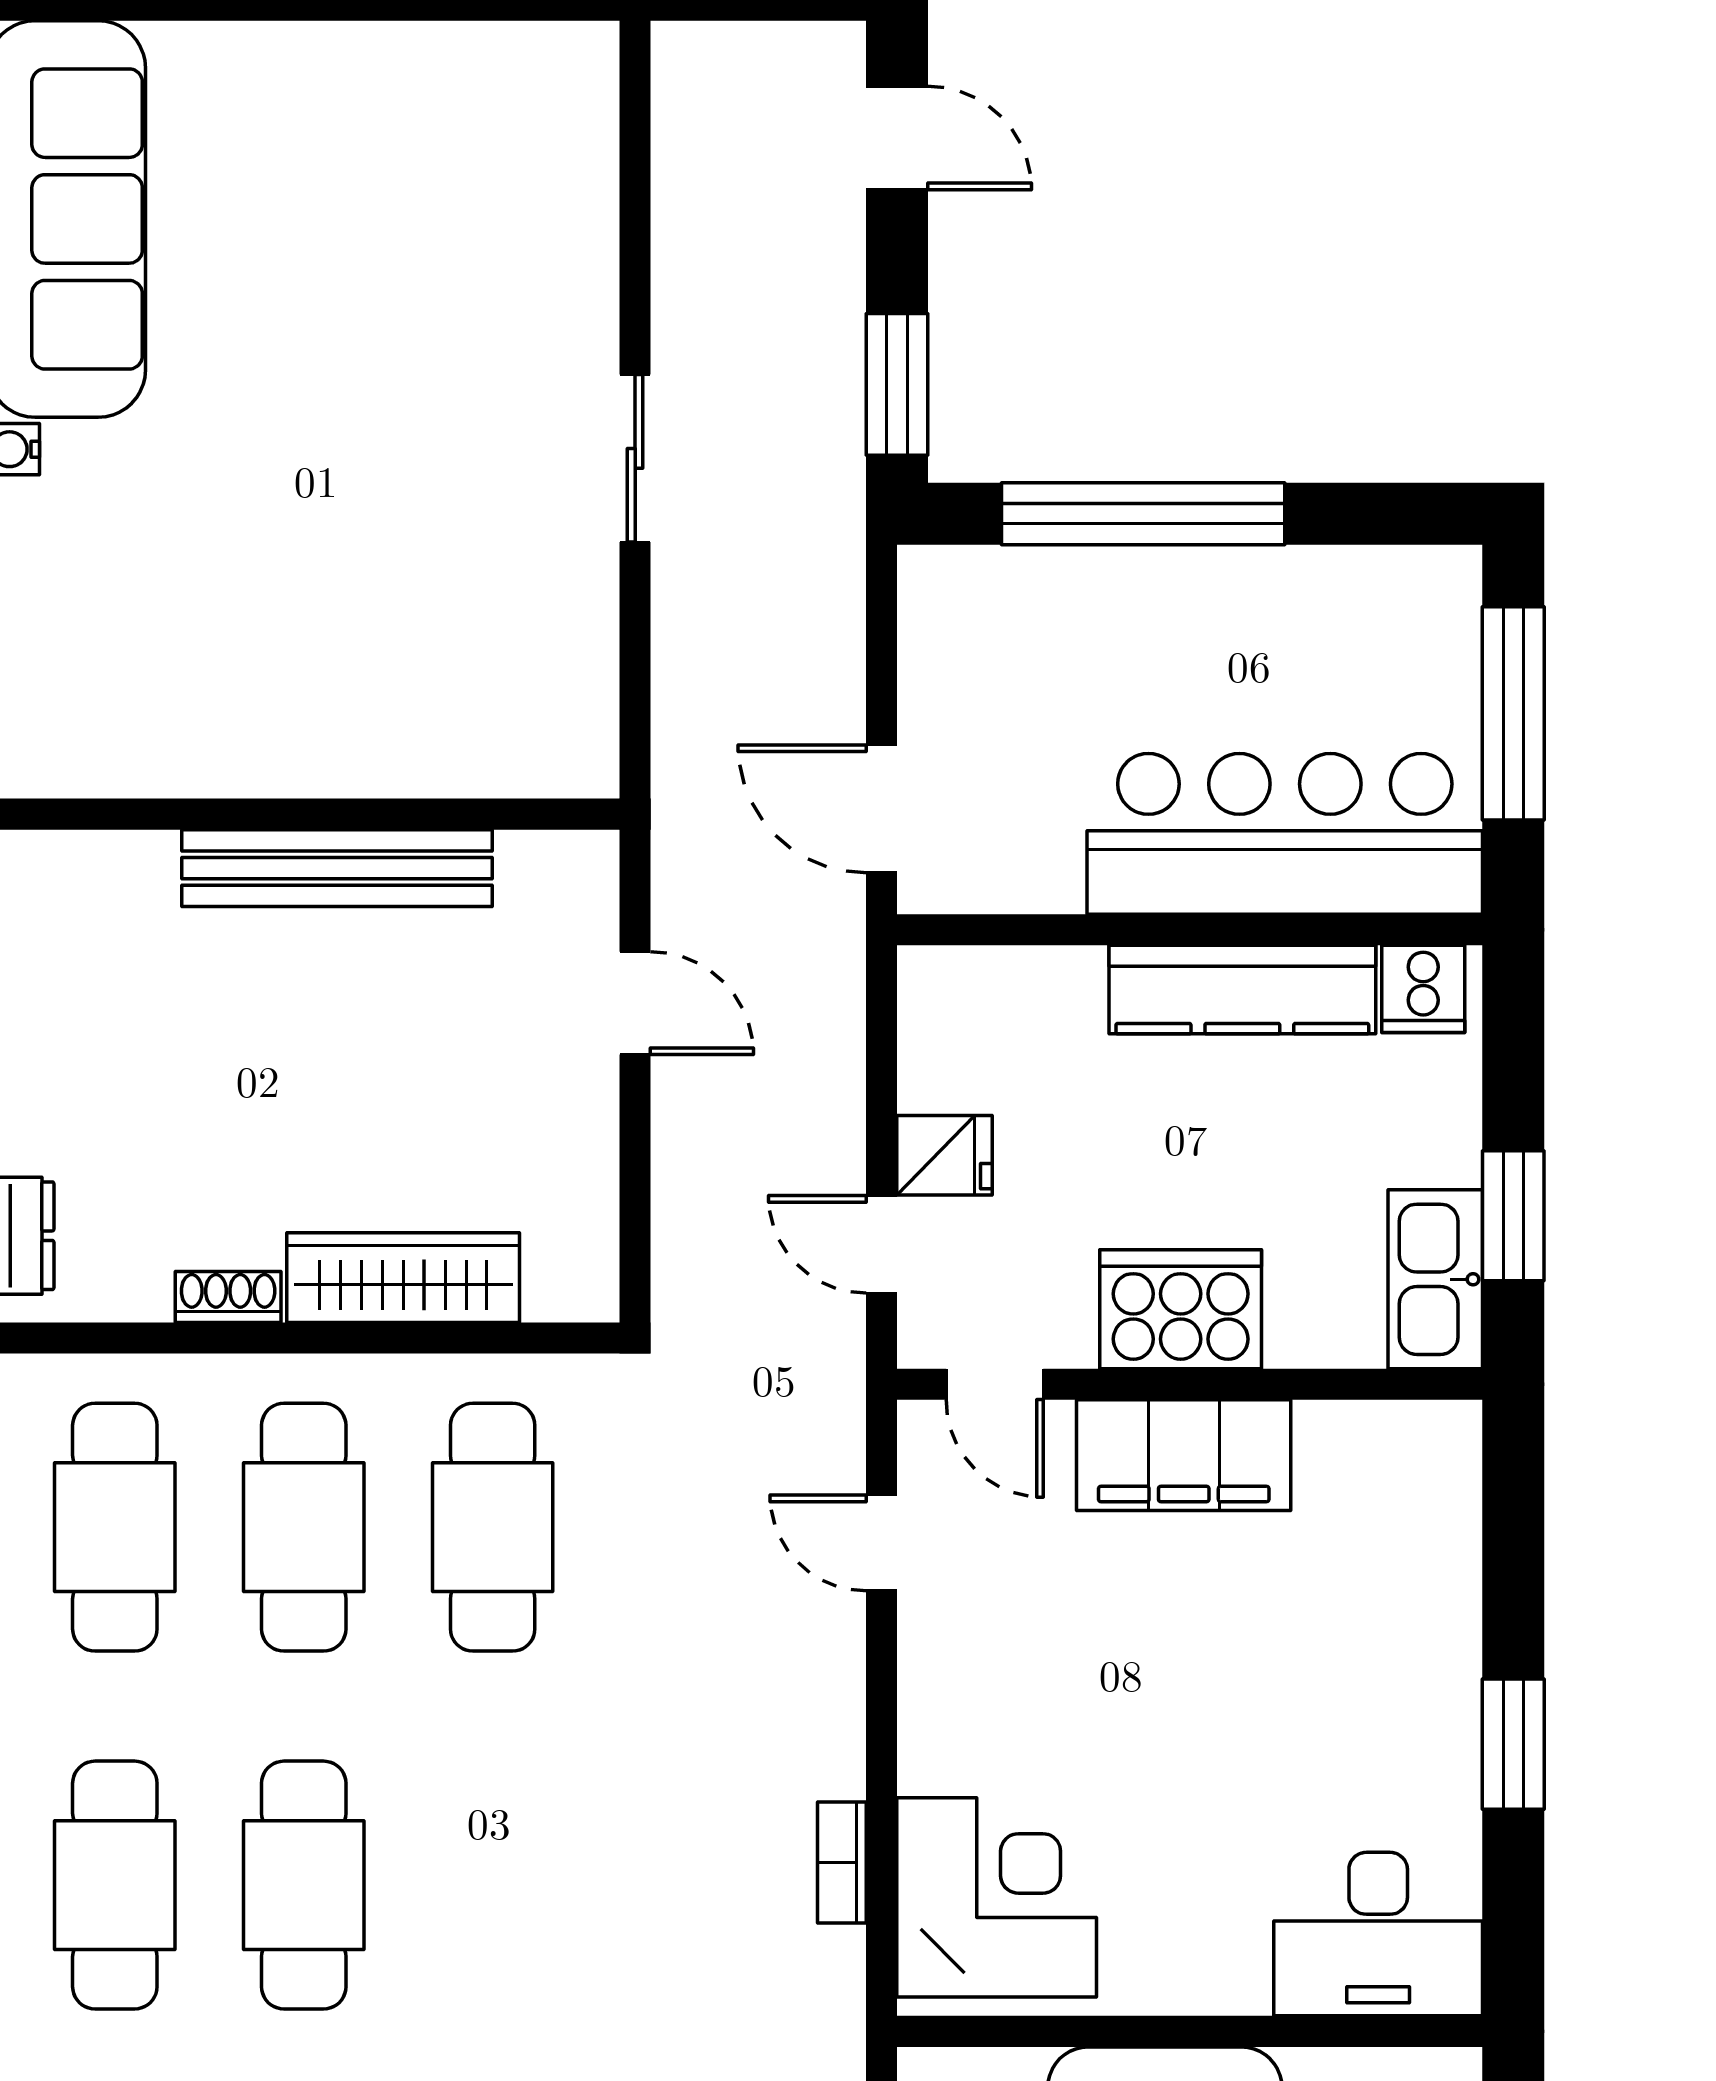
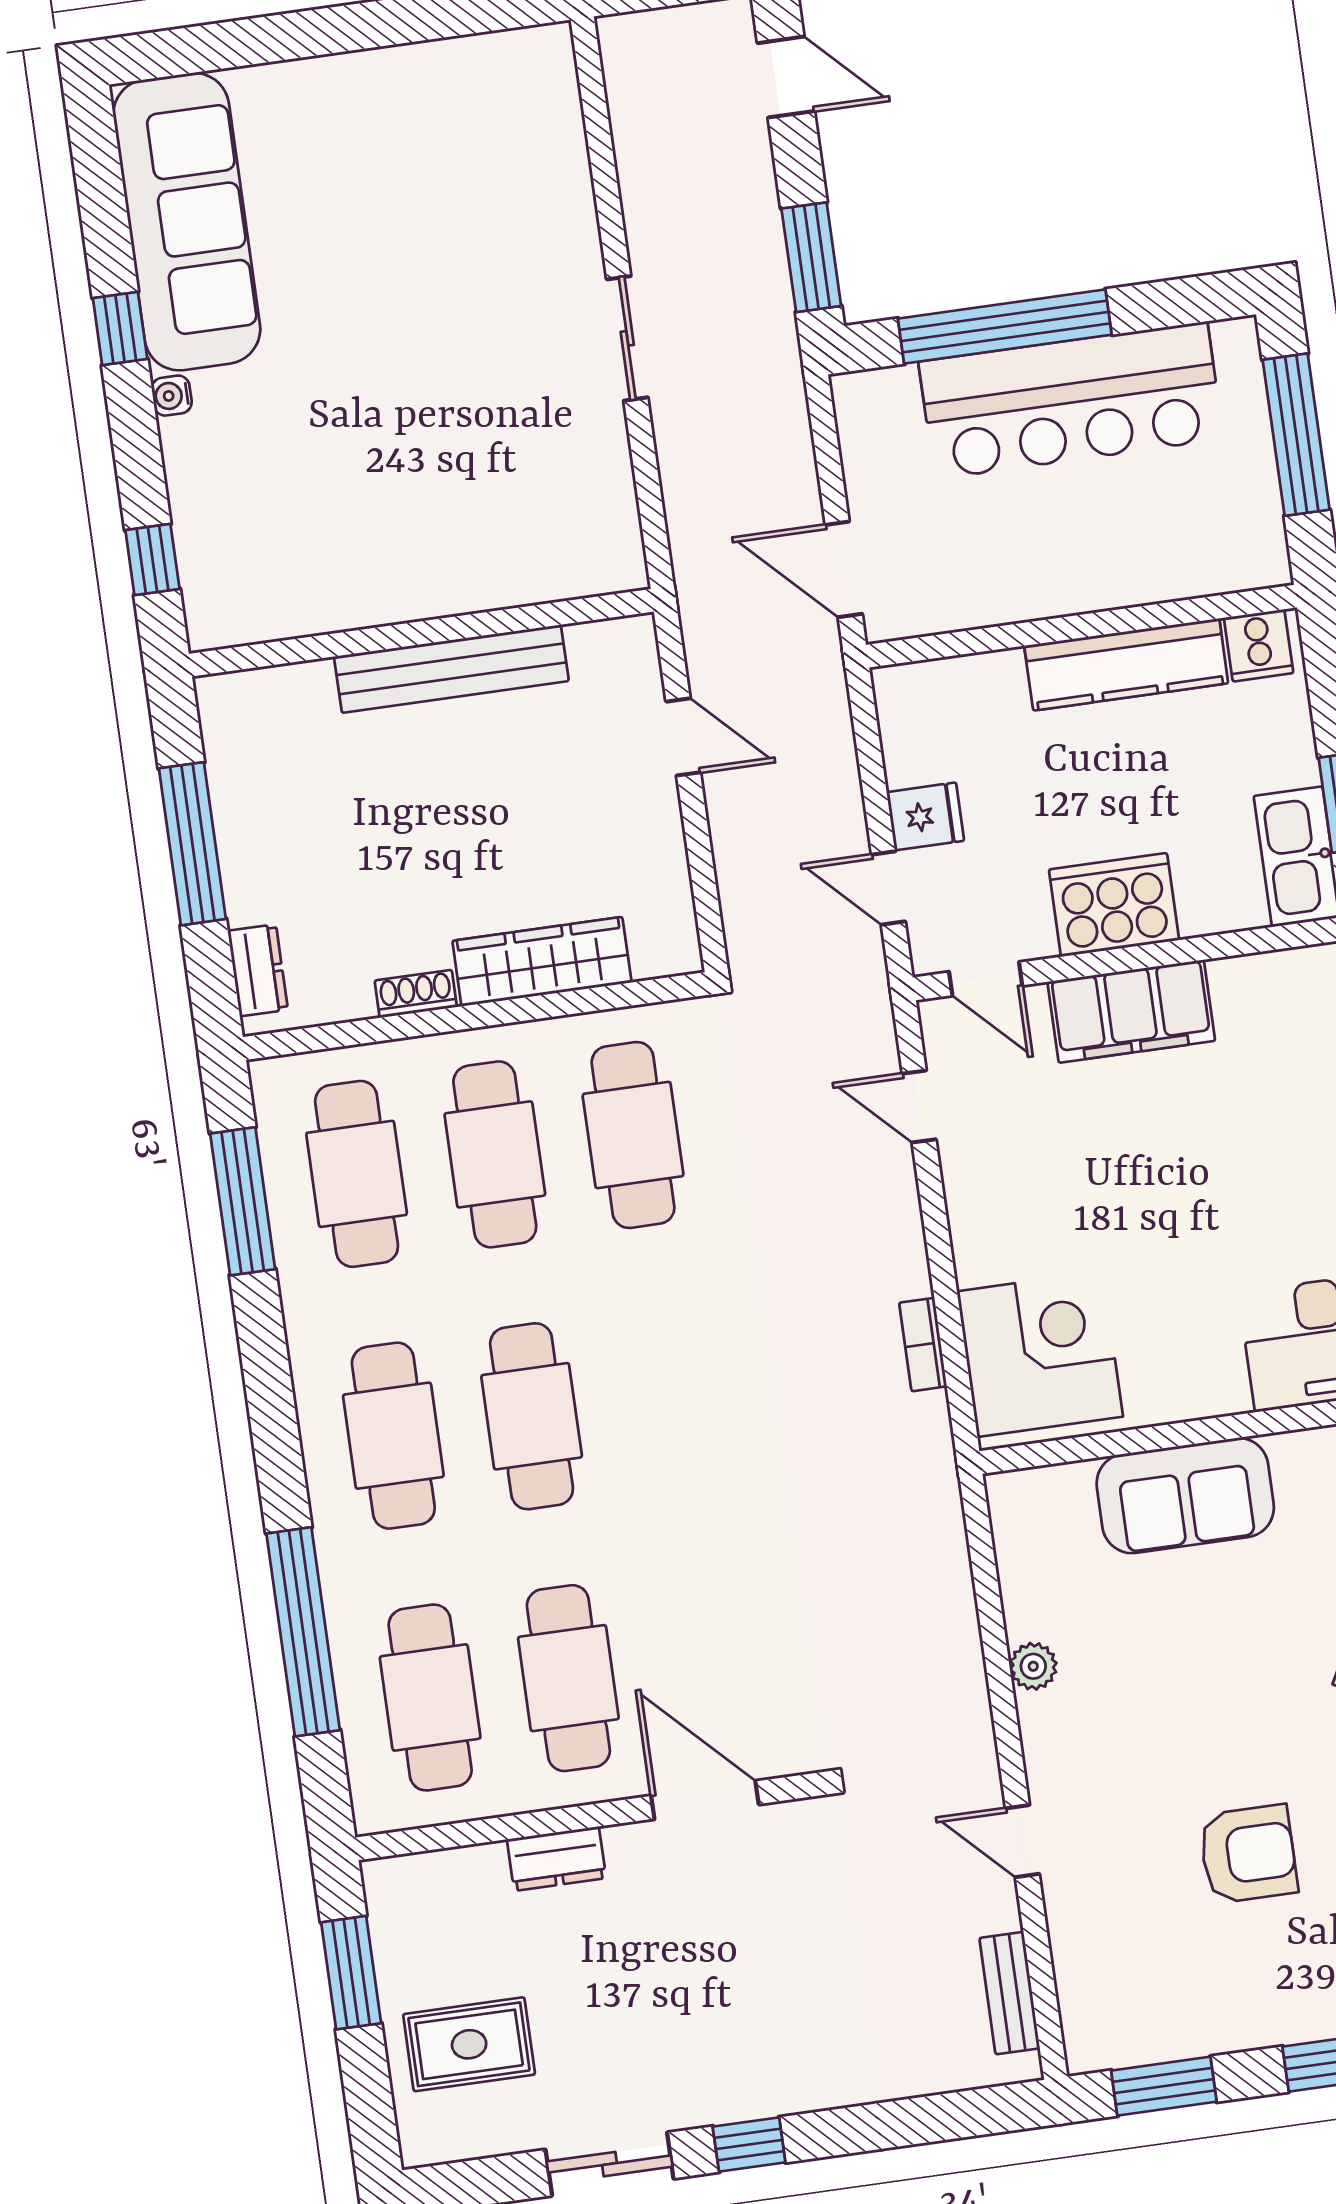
bar counter: (1285, 834) -> (1071, 400), moved, turned 180

